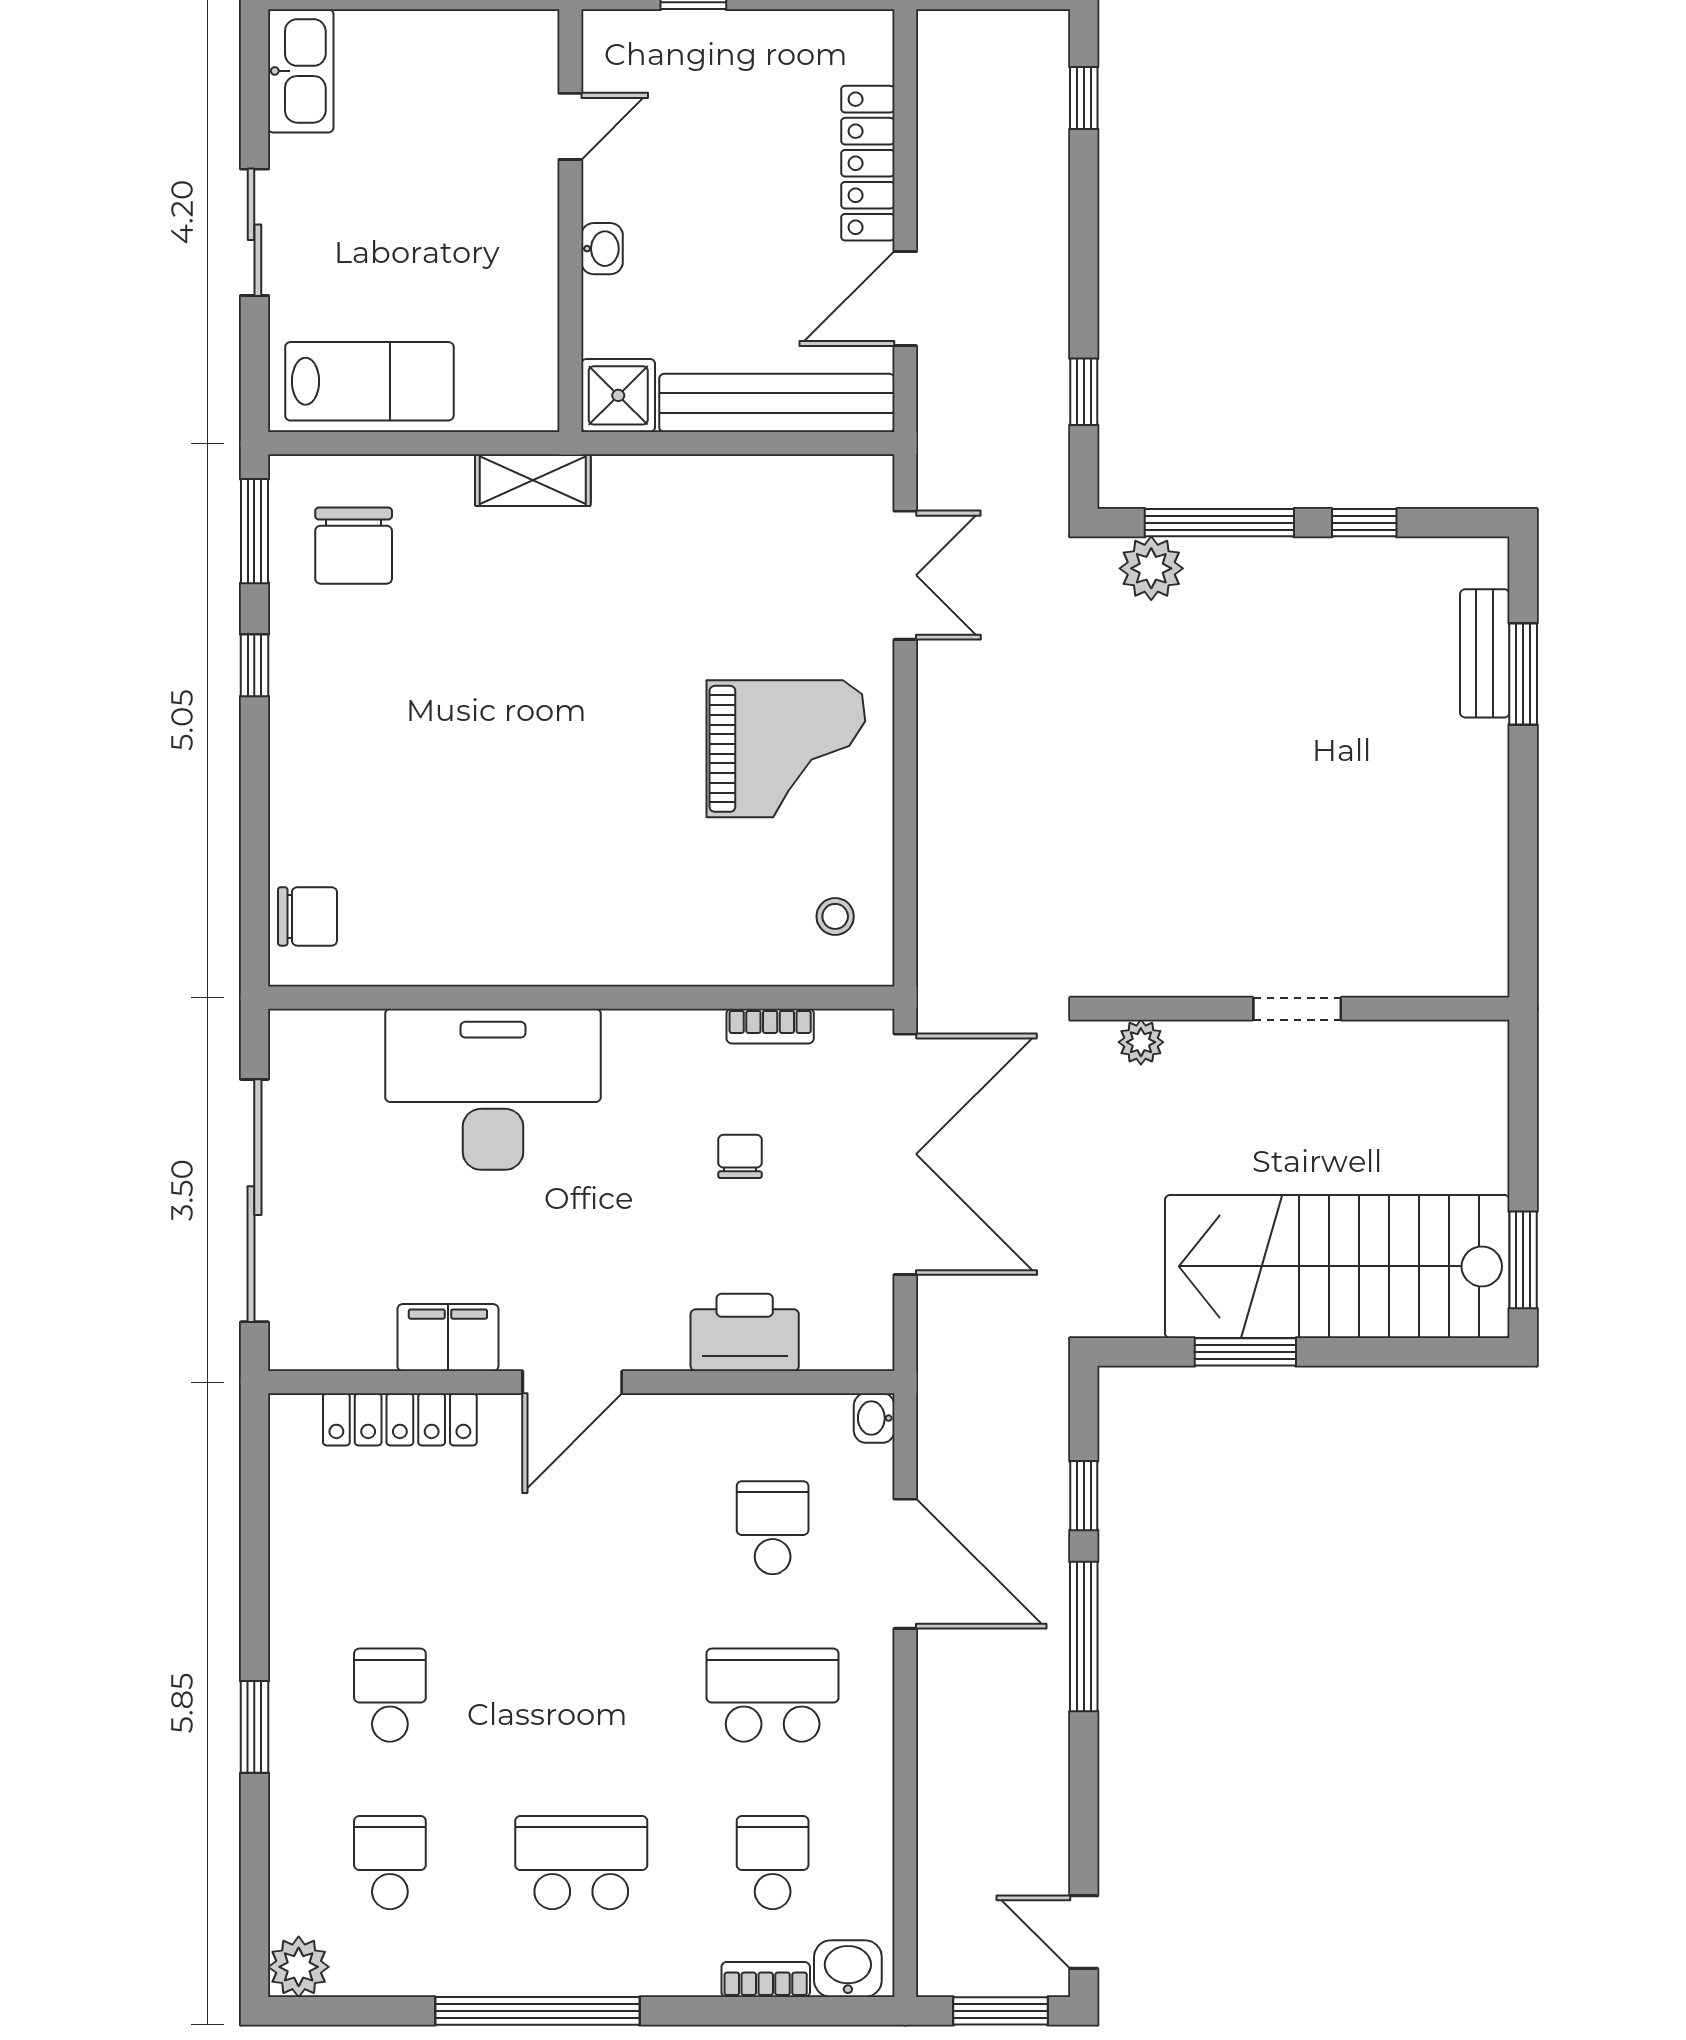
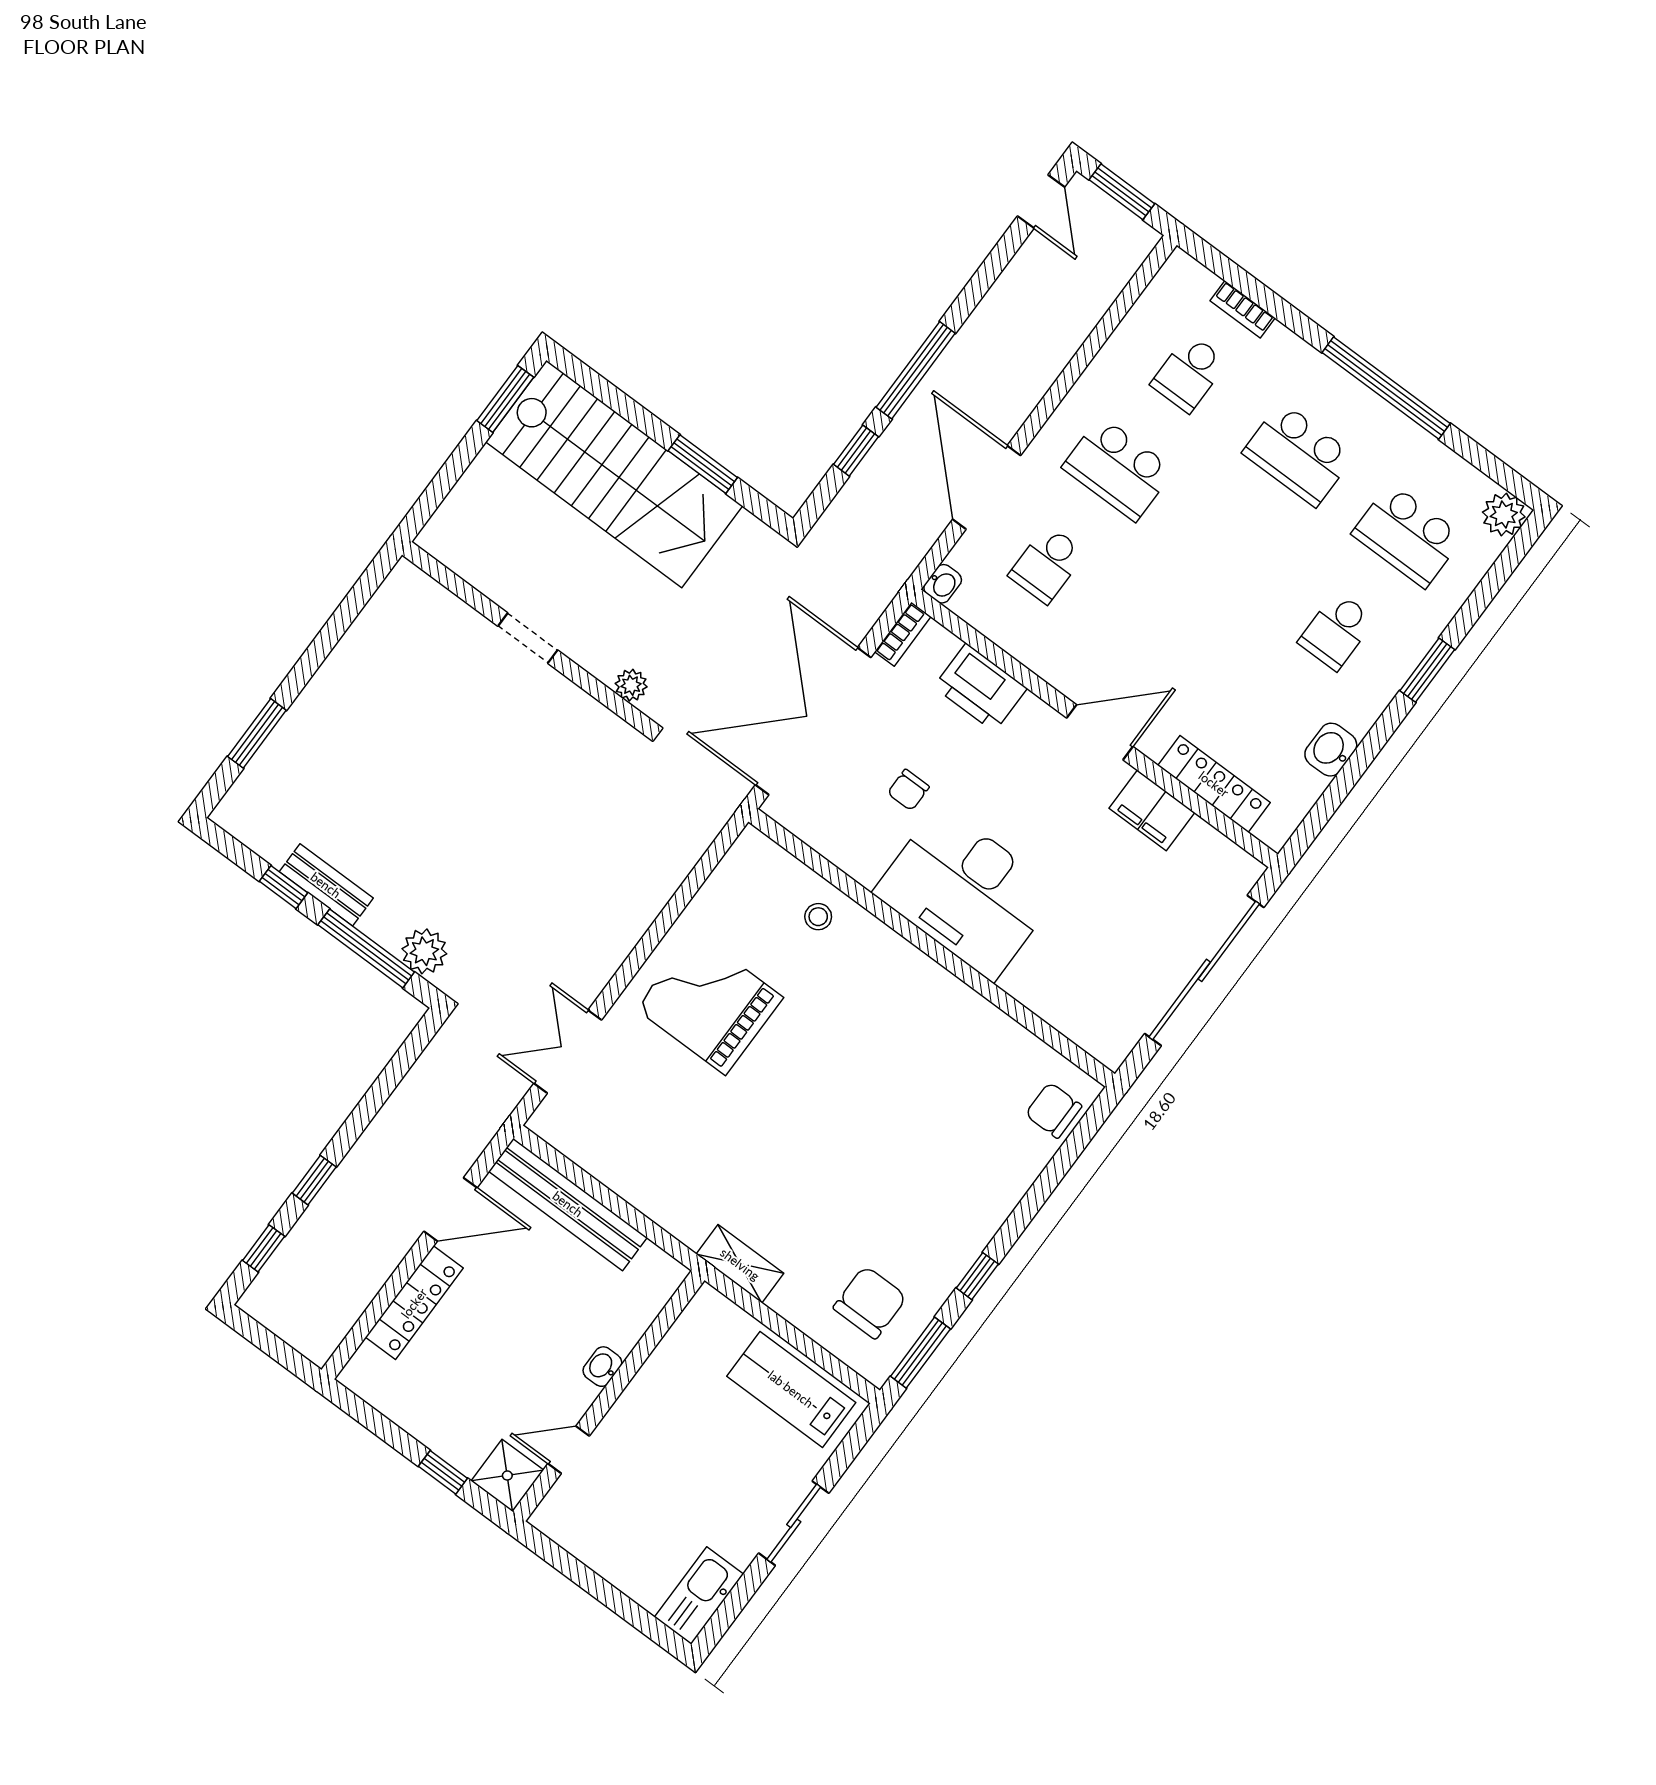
window: (1084, 392) -> (314, 1180), moved
shower: (618, 395) -> (507, 1476), moved
bench: (1485, 653) -> (326, 885), moved, turned 90
stool: (835, 916) -> (818, 917), moved
bookcase: (770, 1026) -> (903, 634), moved, turned 90
desk: (493, 1089) -> (966, 892), moved
school desk: (390, 1863) -> (1407, 535), width x1.85
washbasin: (848, 1969) -> (1331, 750), moved, turned 90

